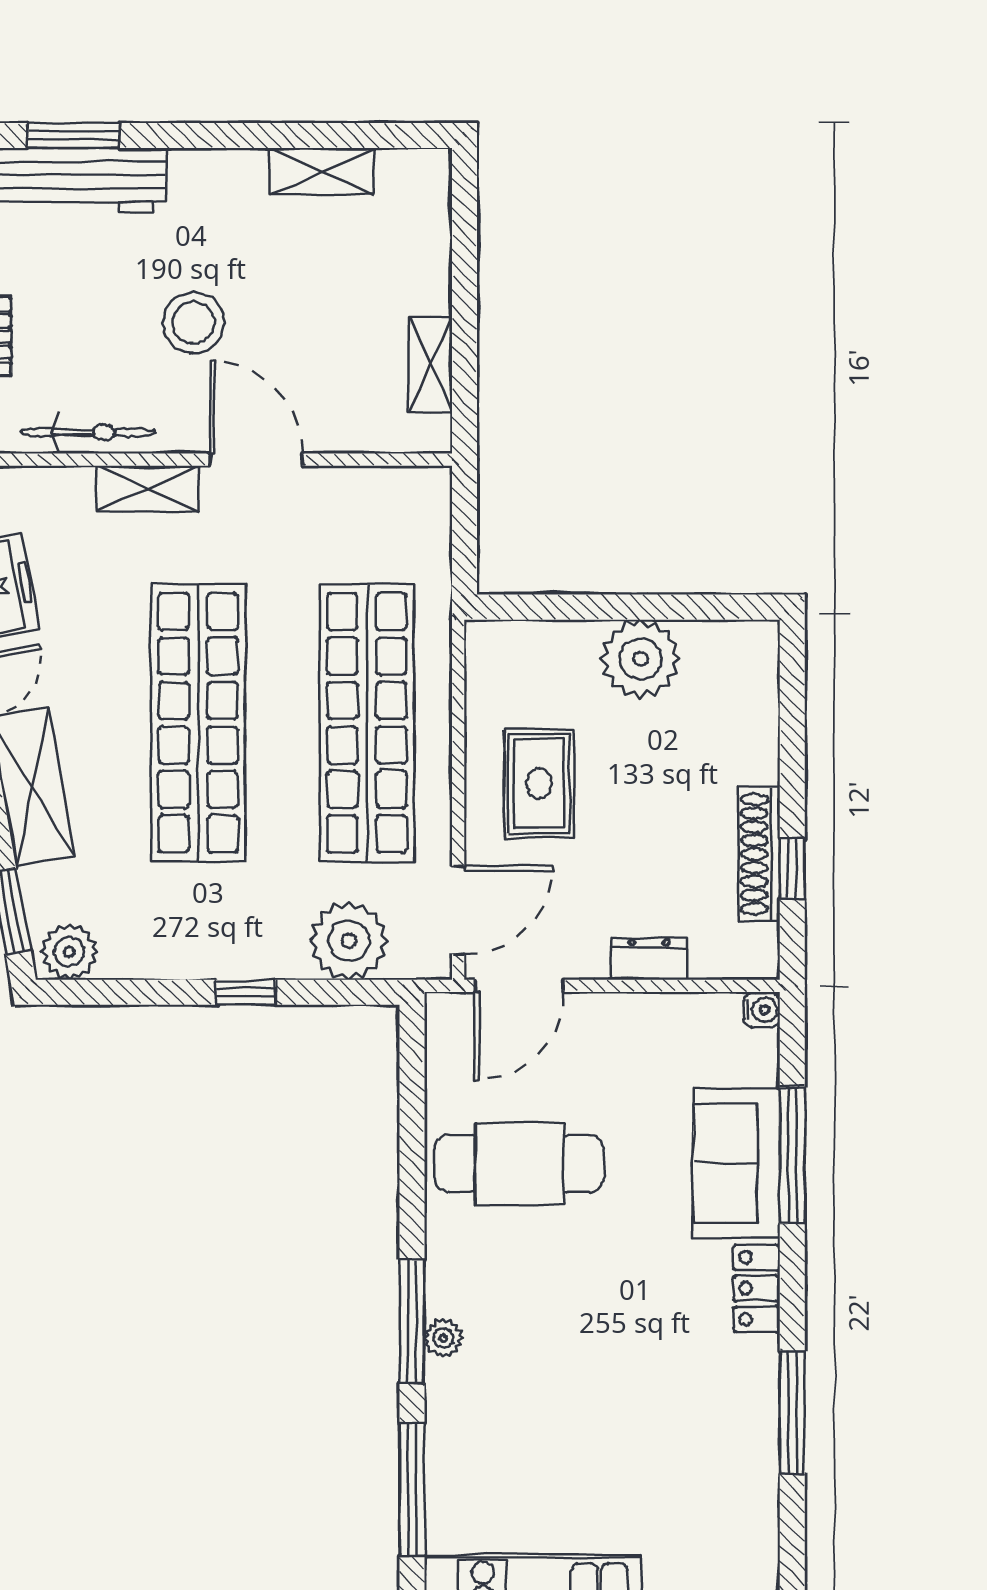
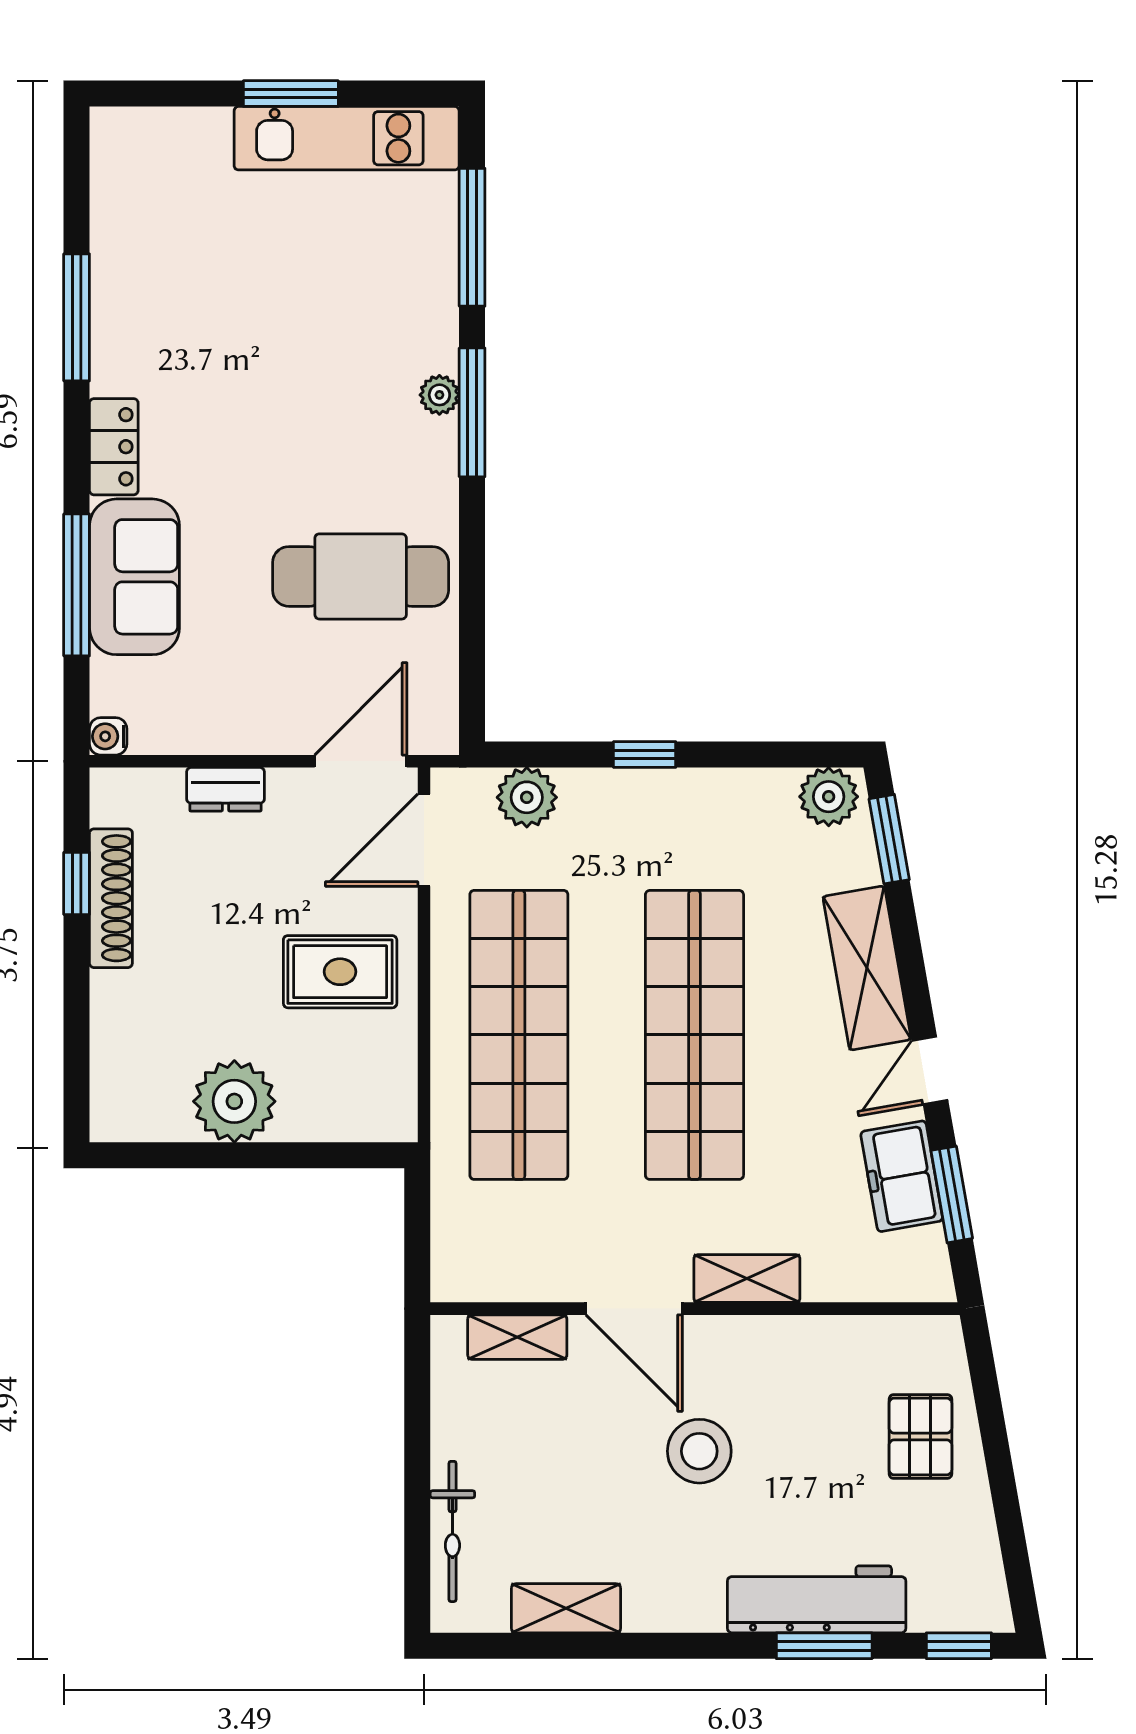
shelving: (431, 364) -> (517, 1337), moved, turned 90
bicycle: (88, 432) -> (452, 1531), moved, turned -90
rug: (539, 784) -> (340, 972), turned 90
plant: (349, 941) -> (527, 797), width x0.73, depth x0.73

